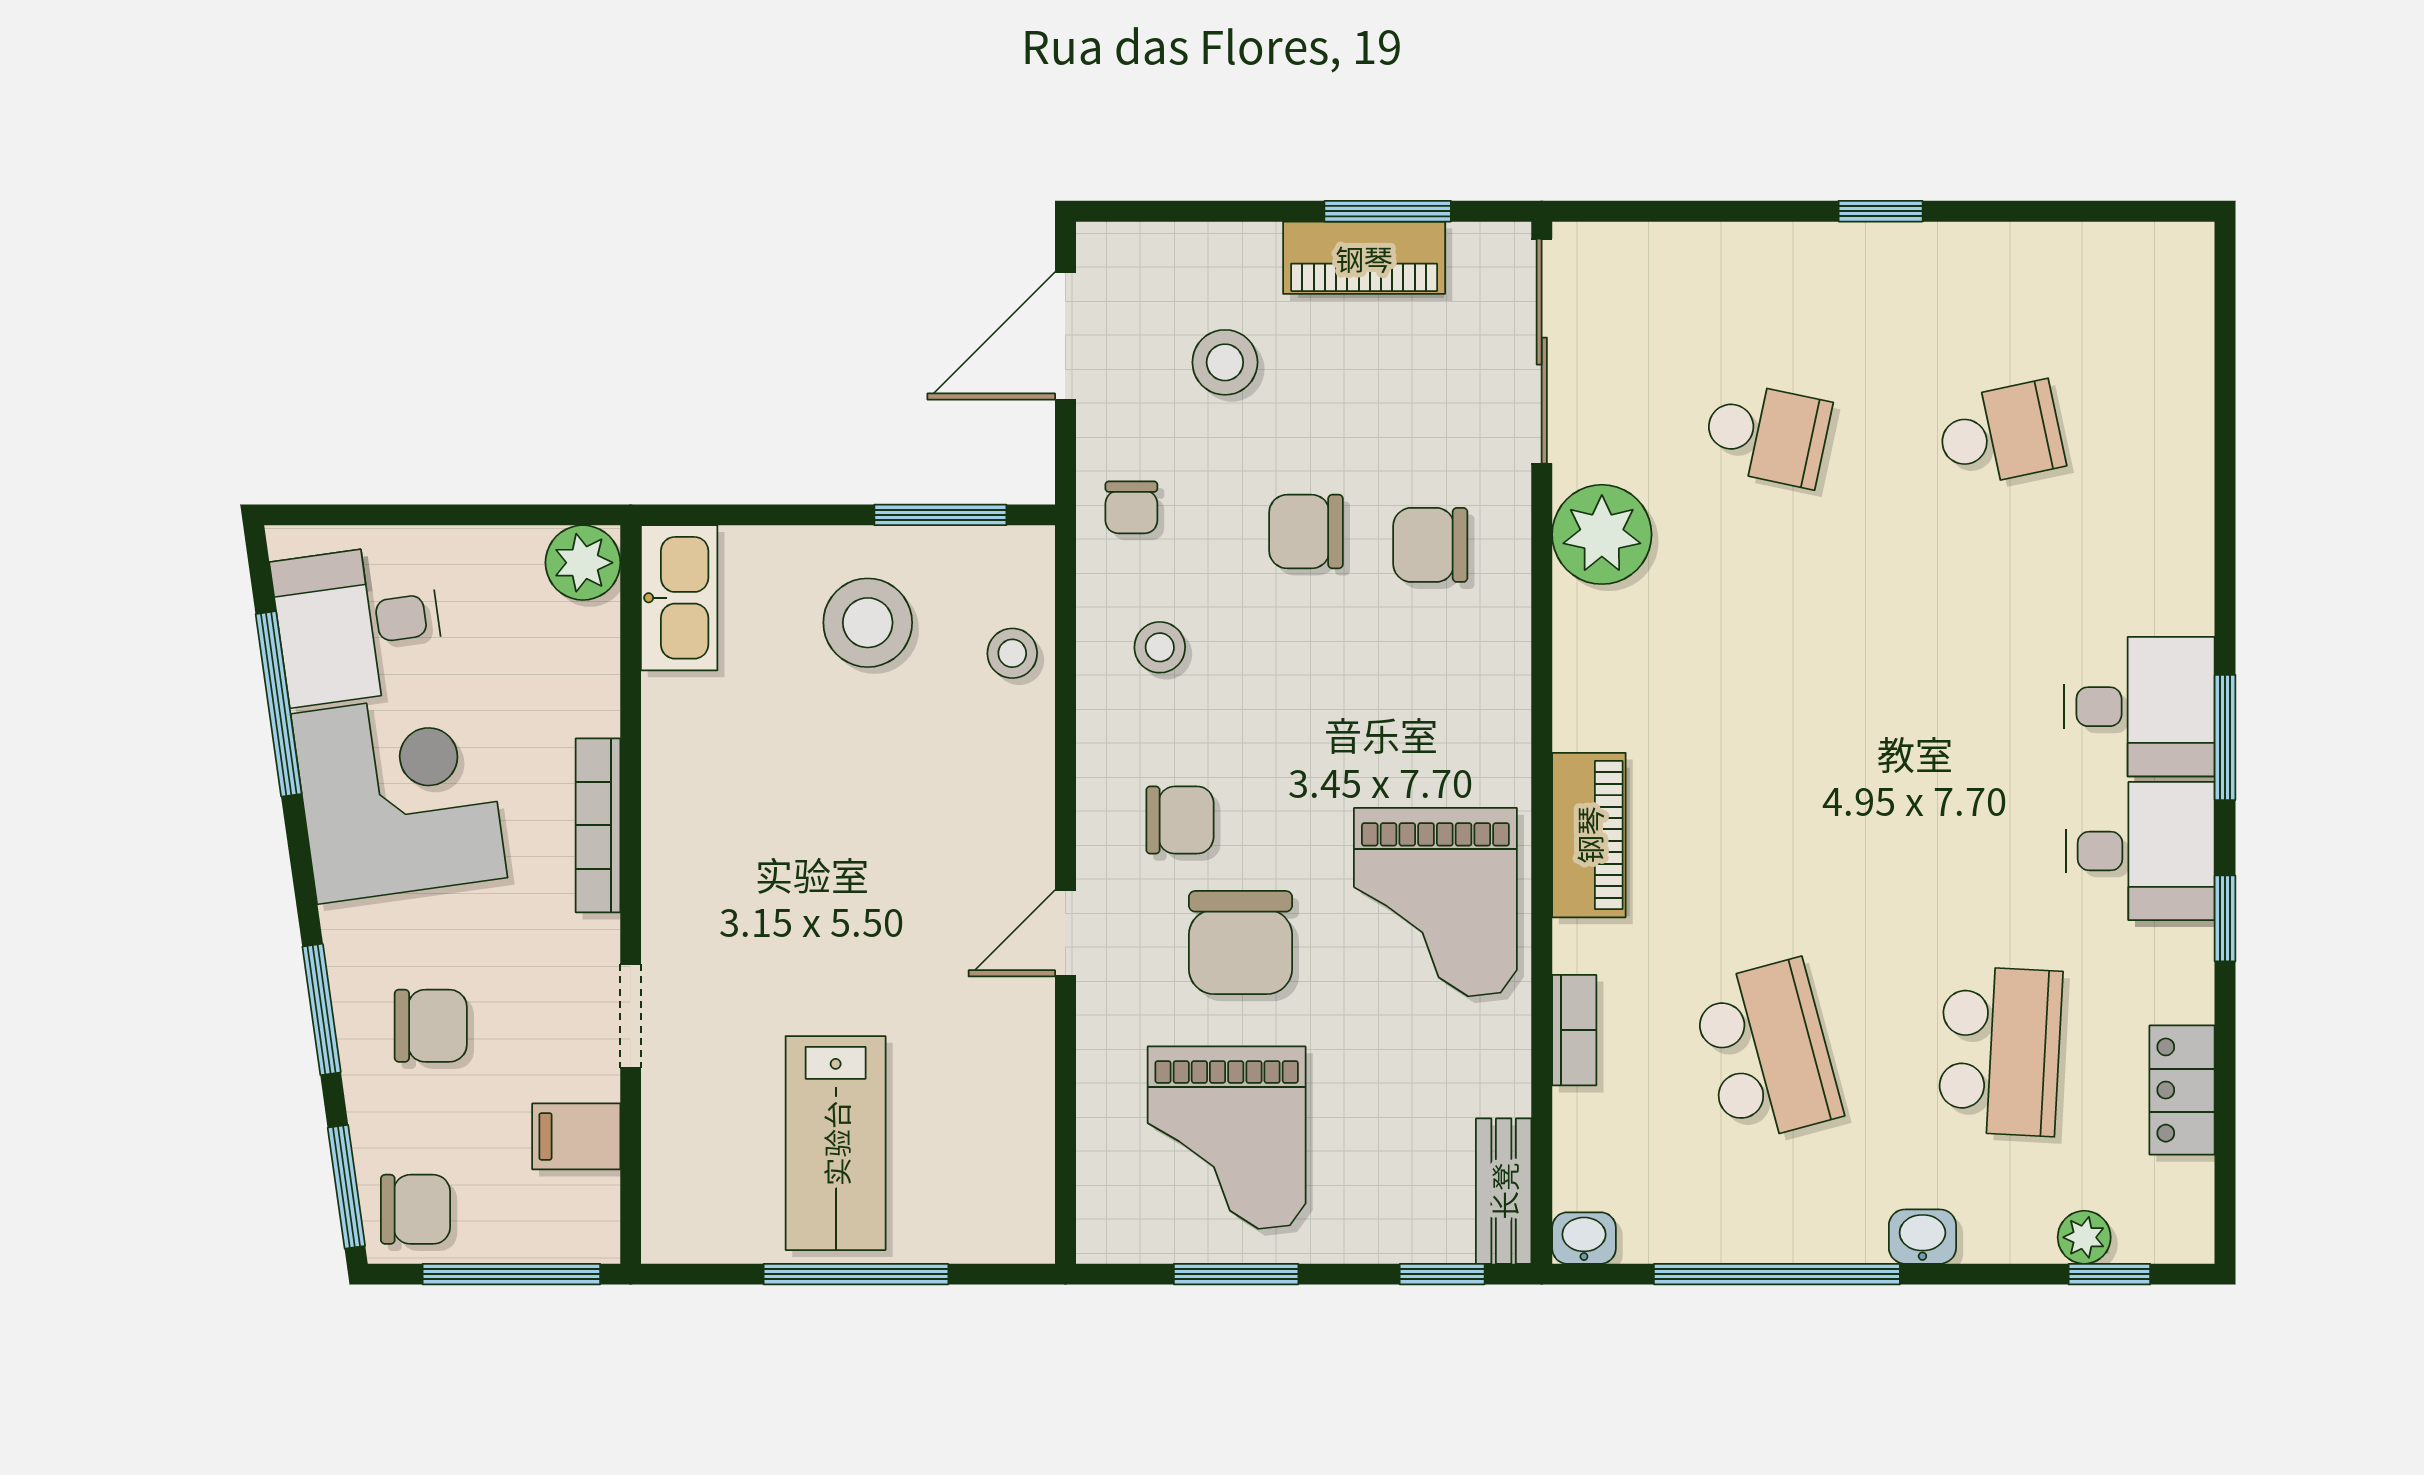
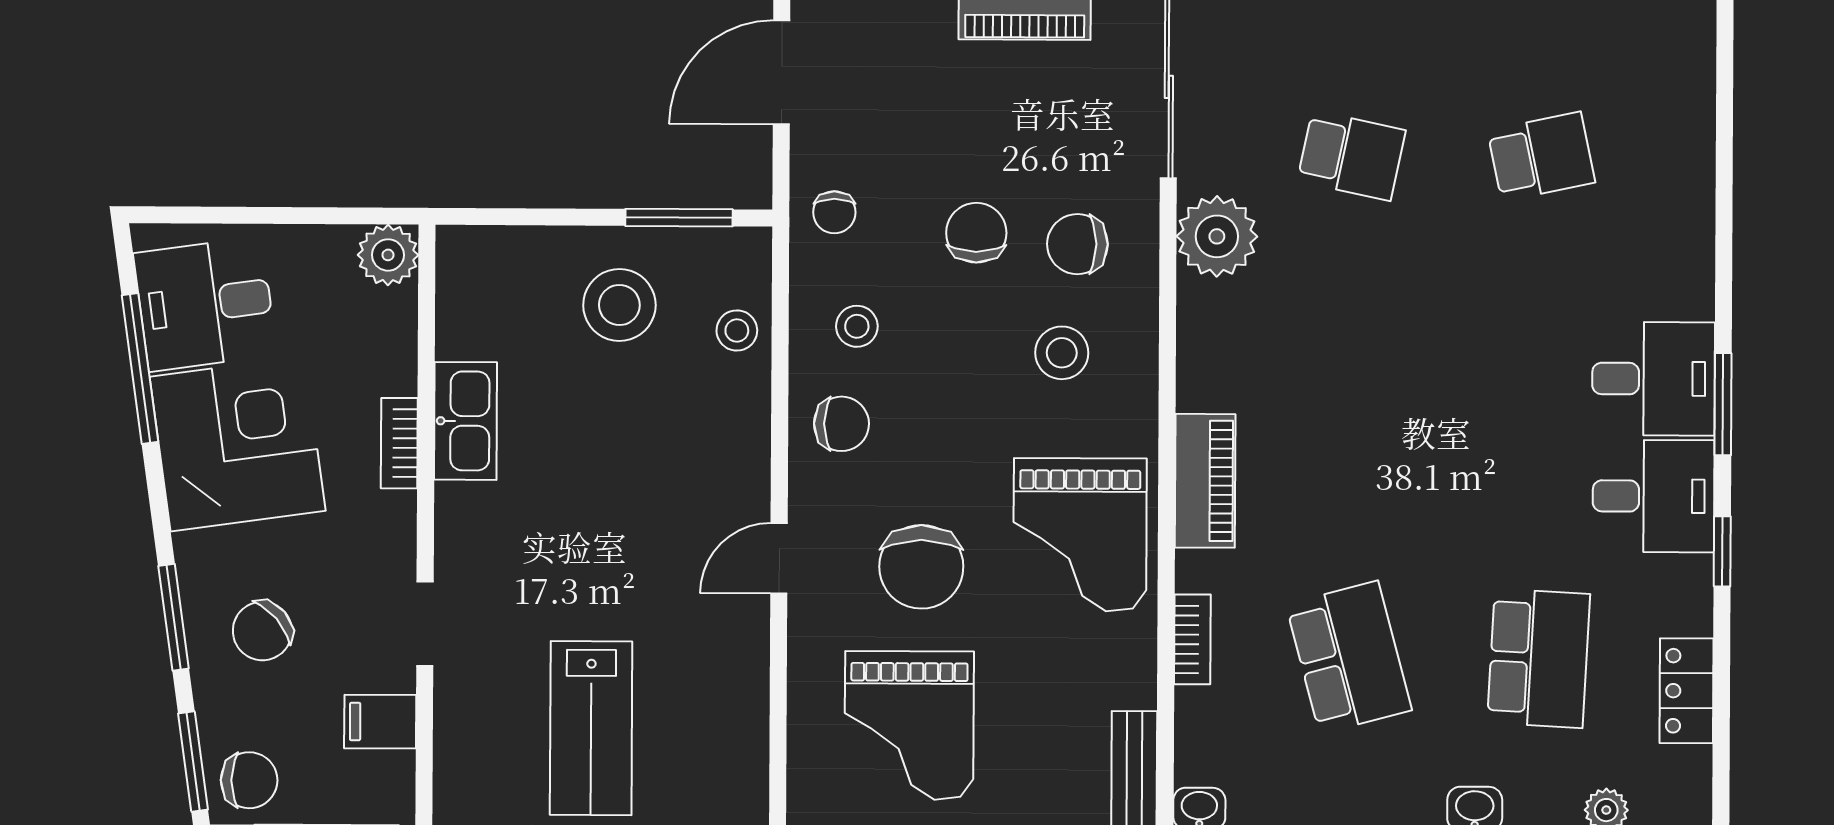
stool: (1225, 362) -> (1062, 353), moved
chair: (1306, 532) -> (976, 233), turned 90
kitchen sink: (679, 598) -> (466, 421), moved
chair: (1180, 820) -> (841, 424), moved
bookcase: (598, 825) -> (399, 443), width x0.64
chair: (431, 1026) -> (262, 631), turned 139

